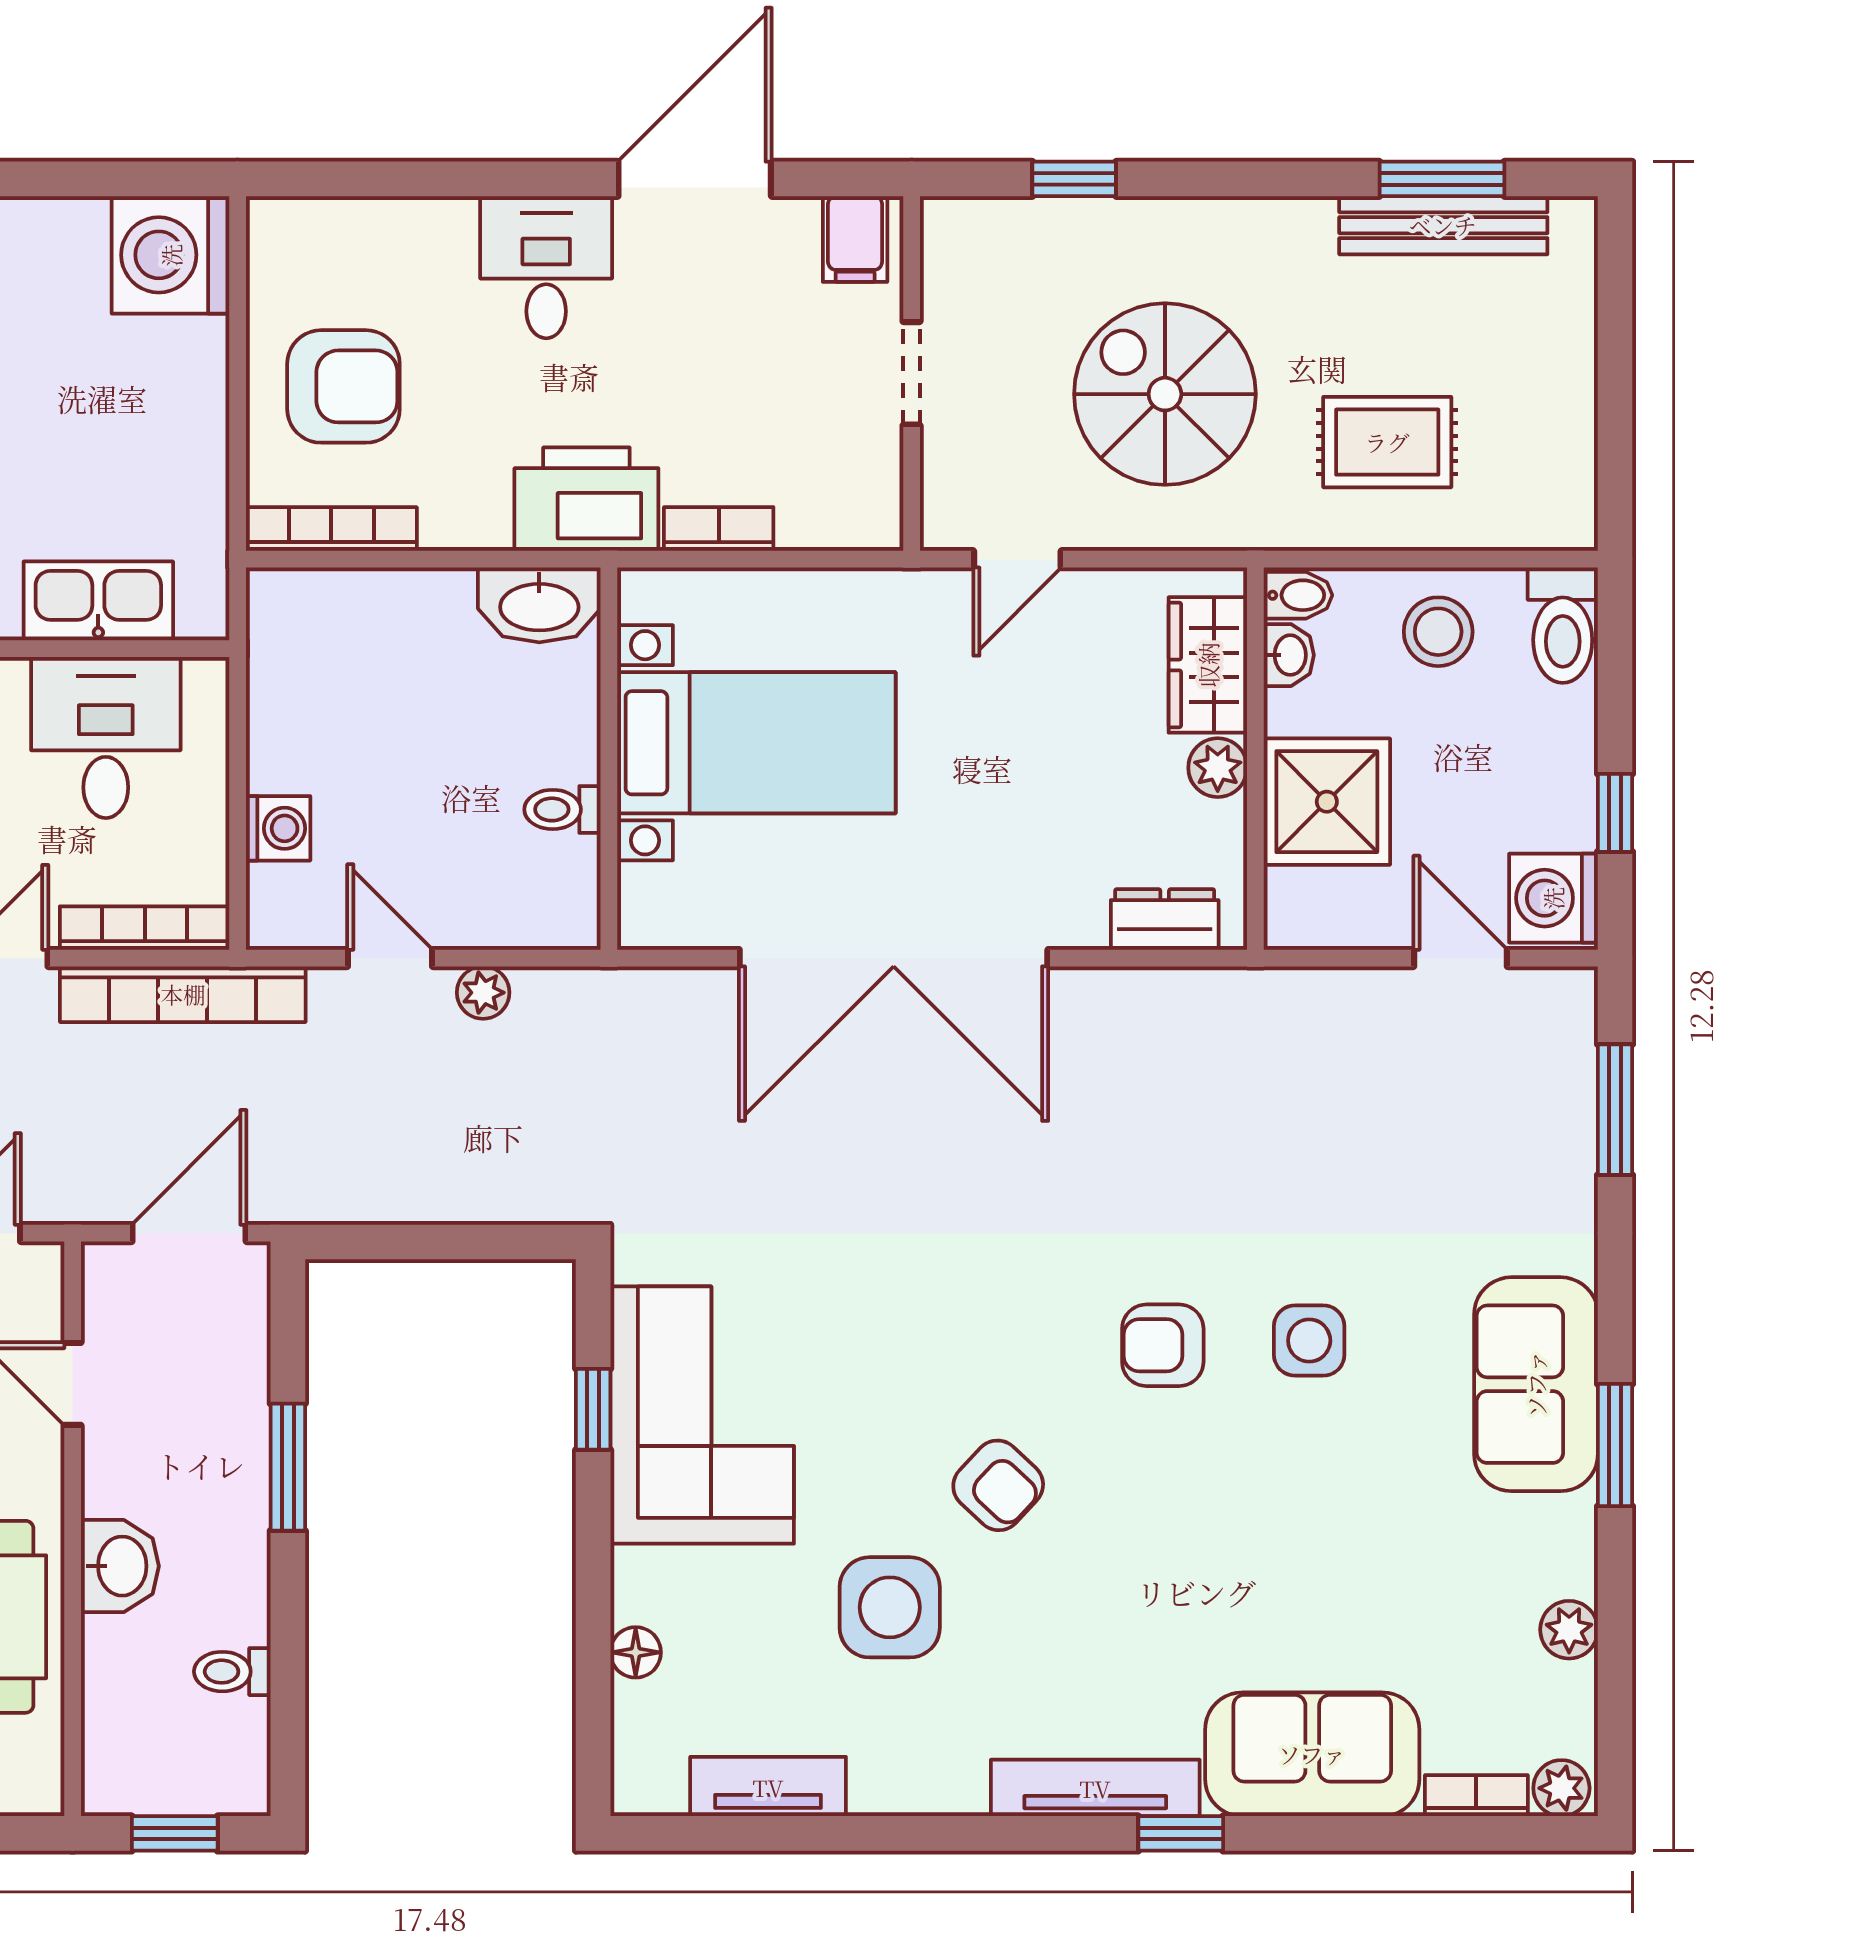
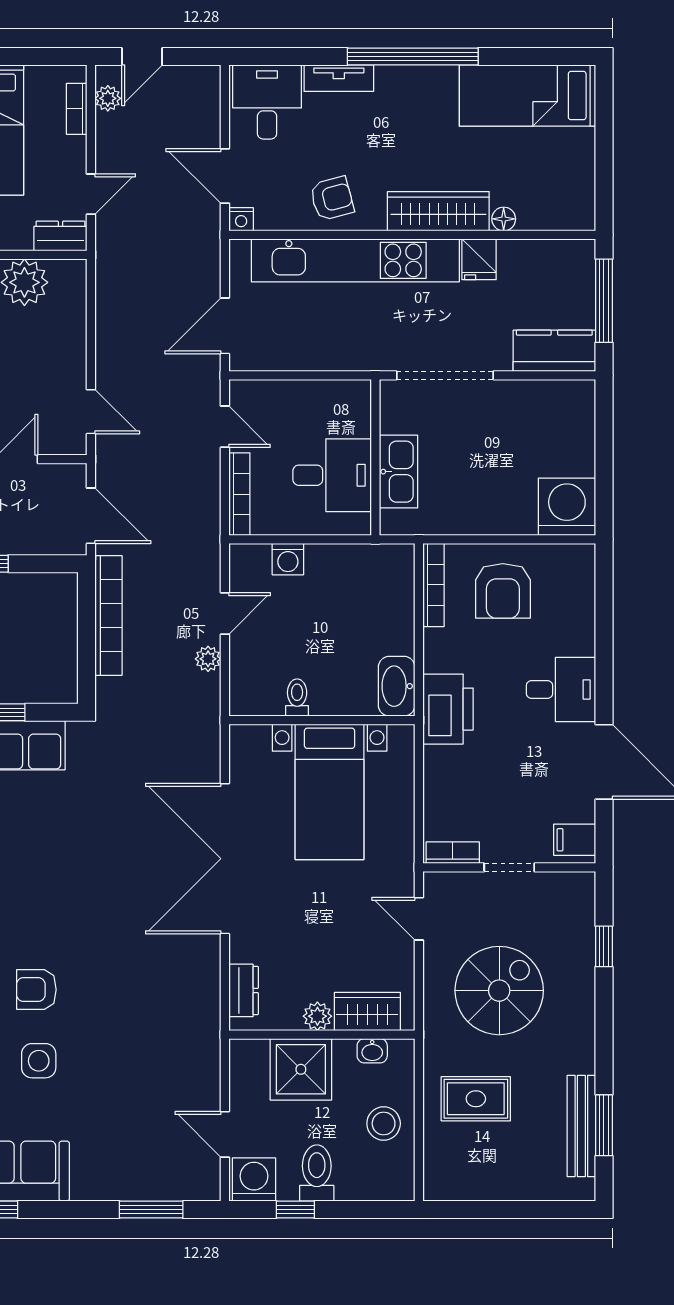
rug: (1387, 442) -> (476, 1099), turned 90
bookcase: (719, 529) -> (453, 853), moved, turned -90
bidet: (1298, 595) -> (401, 1055), removed
toilet: (1563, 625) -> (317, 1173), moved, turned 90
door: (1460, 958) -> (225, 1134), swing flipped
bookcase: (183, 994) -> (109, 616), moved, turned 180
armchair: (1163, 1345) -> (36, 990), turned -90

